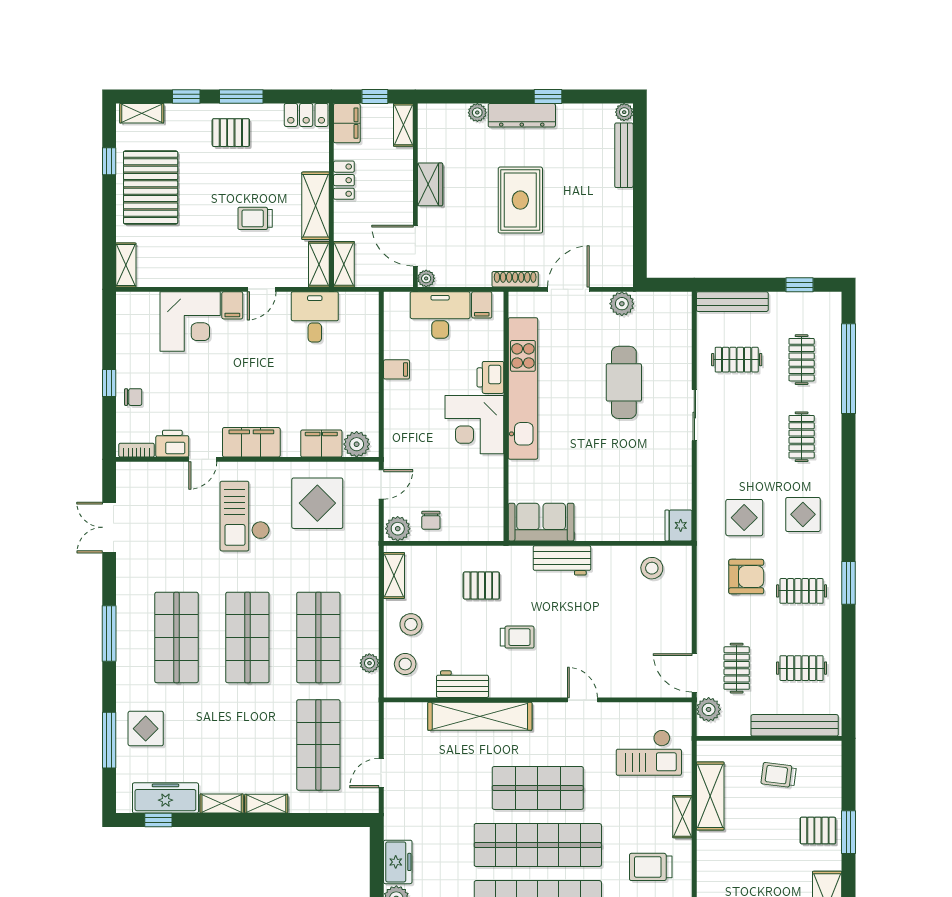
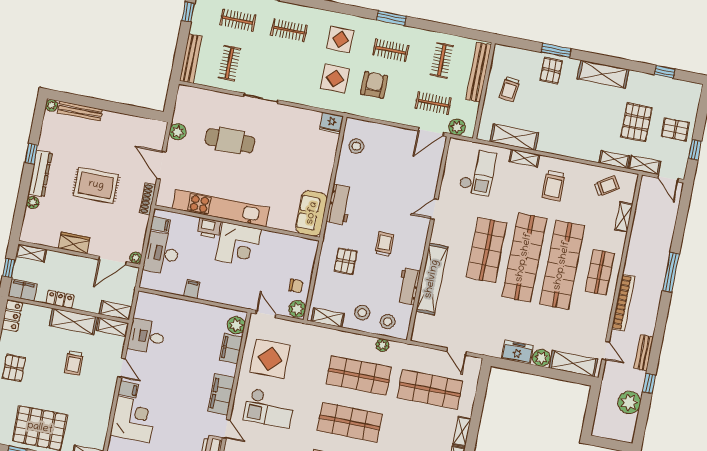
clothes rail: (802, 591) -> (391, 50), turned 90

